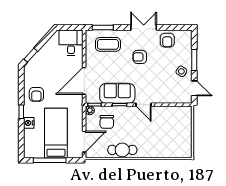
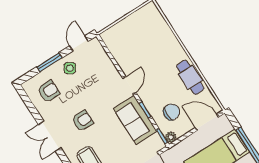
armchair: (167, 40) -> (48, 91), moved
armchair: (140, 57) -> (82, 121), turned -90

